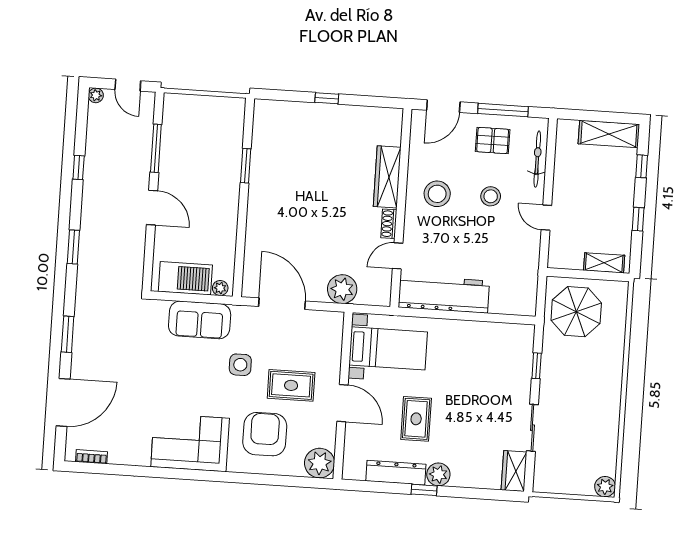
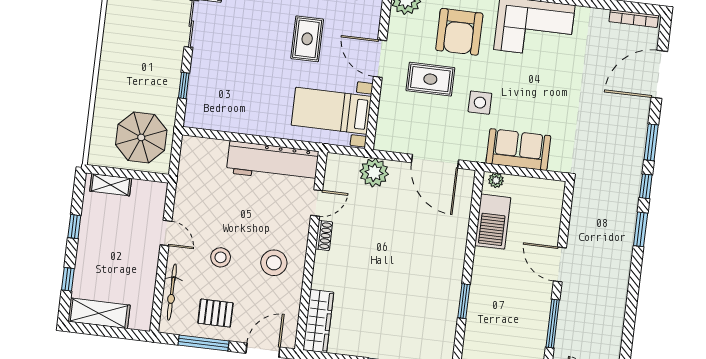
window: (79, 167) -> (646, 186), moved
wardrobe: (387, 177) -> (318, 321), moved
barbecue: (185, 278) -> (493, 222), moved, turned -90
bookcase: (92, 457) -> (634, 19), width x1.56

